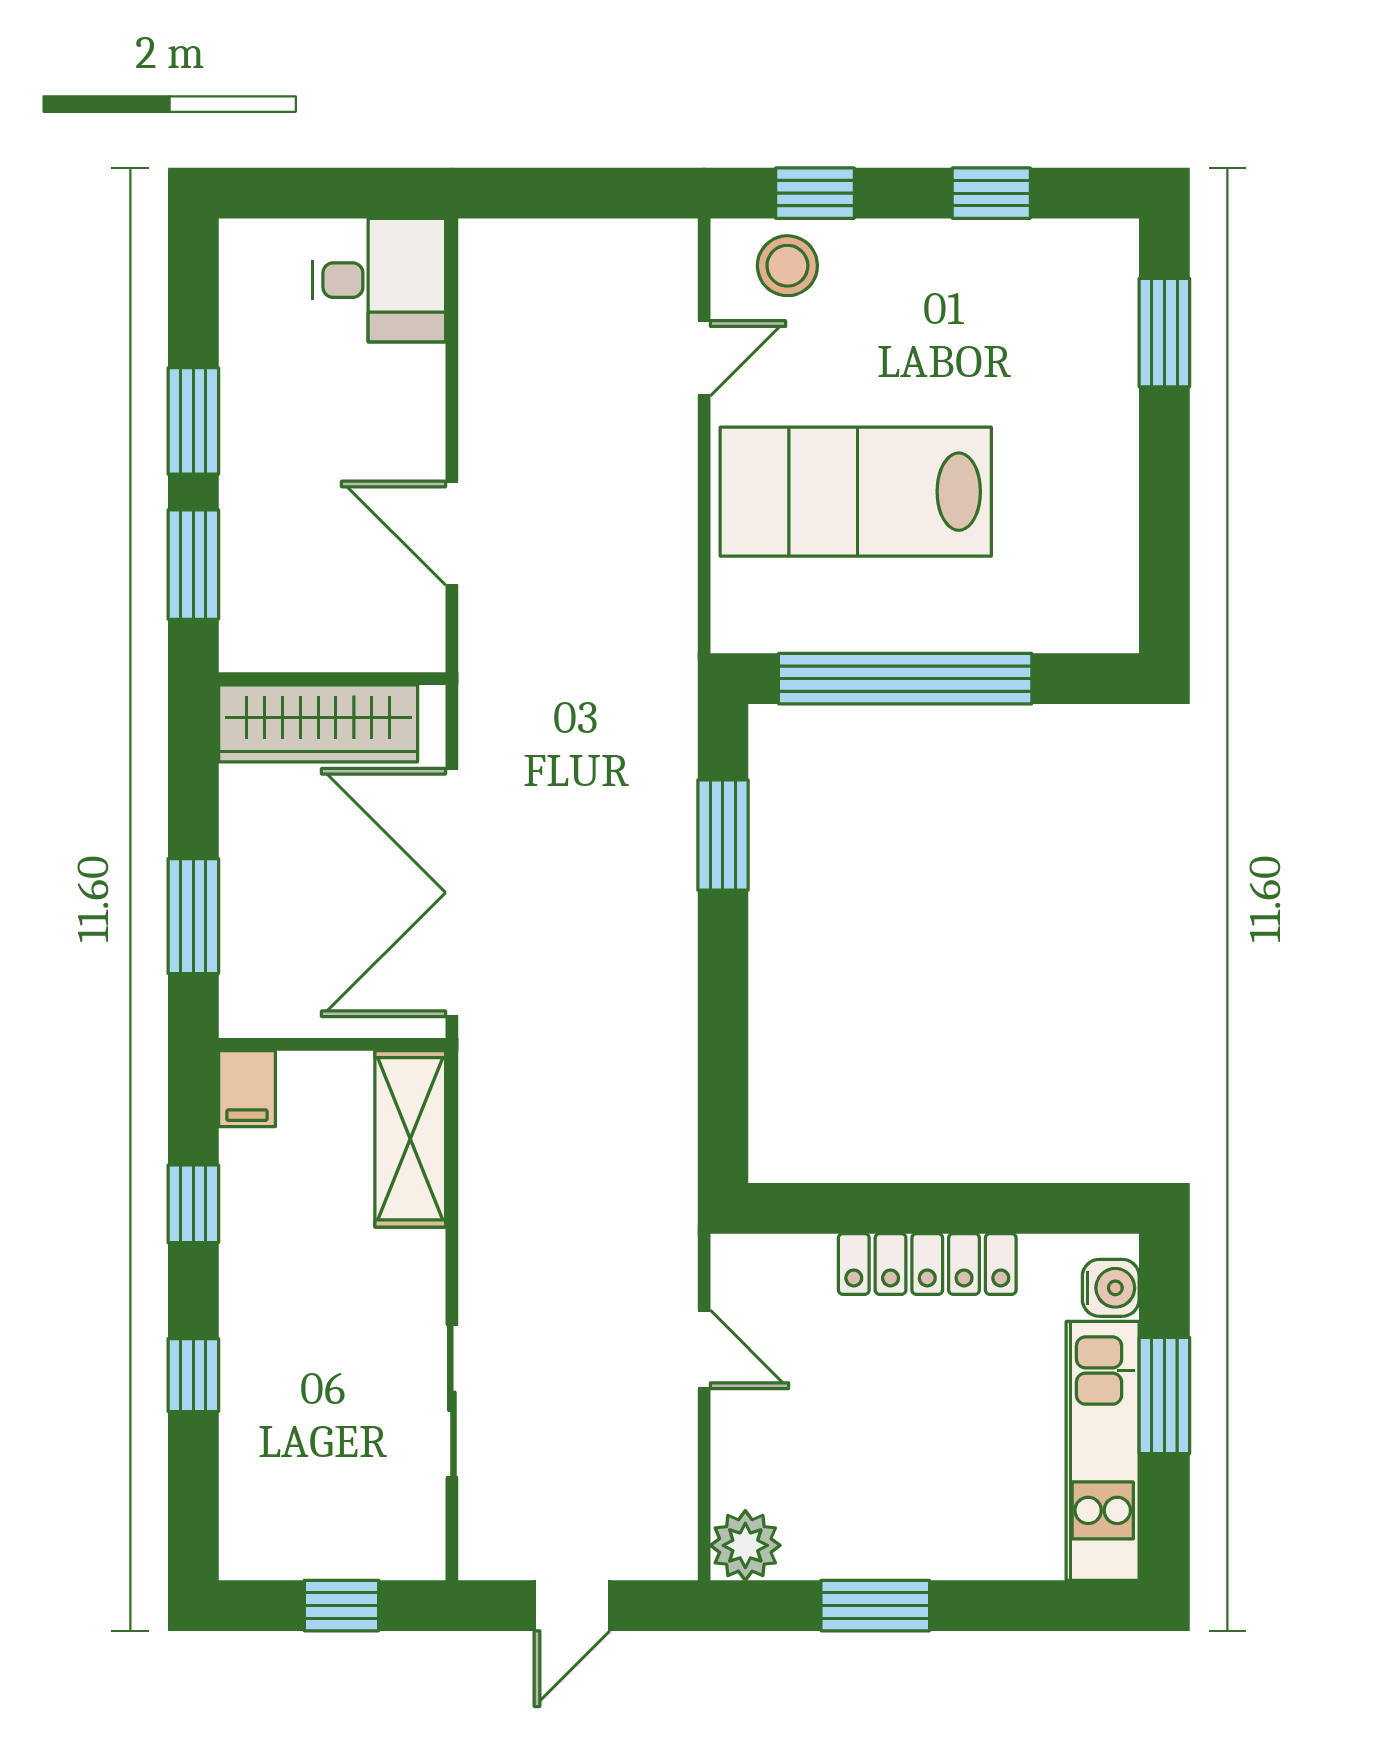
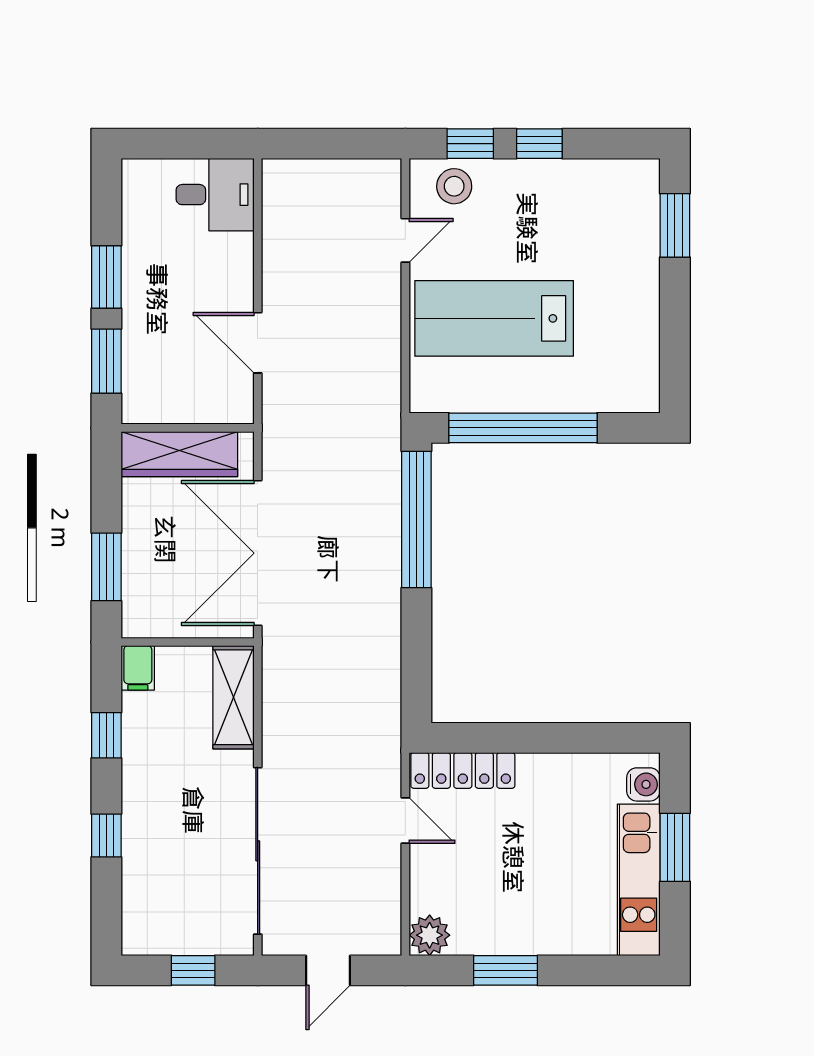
window: (991, 193) -> (539, 144), moved
window: (723, 835) -> (416, 519), width x2.11
locker: (927, 1264) -> (463, 770), moved
sliding door: (452, 1401) -> (258, 851), width x1.86

